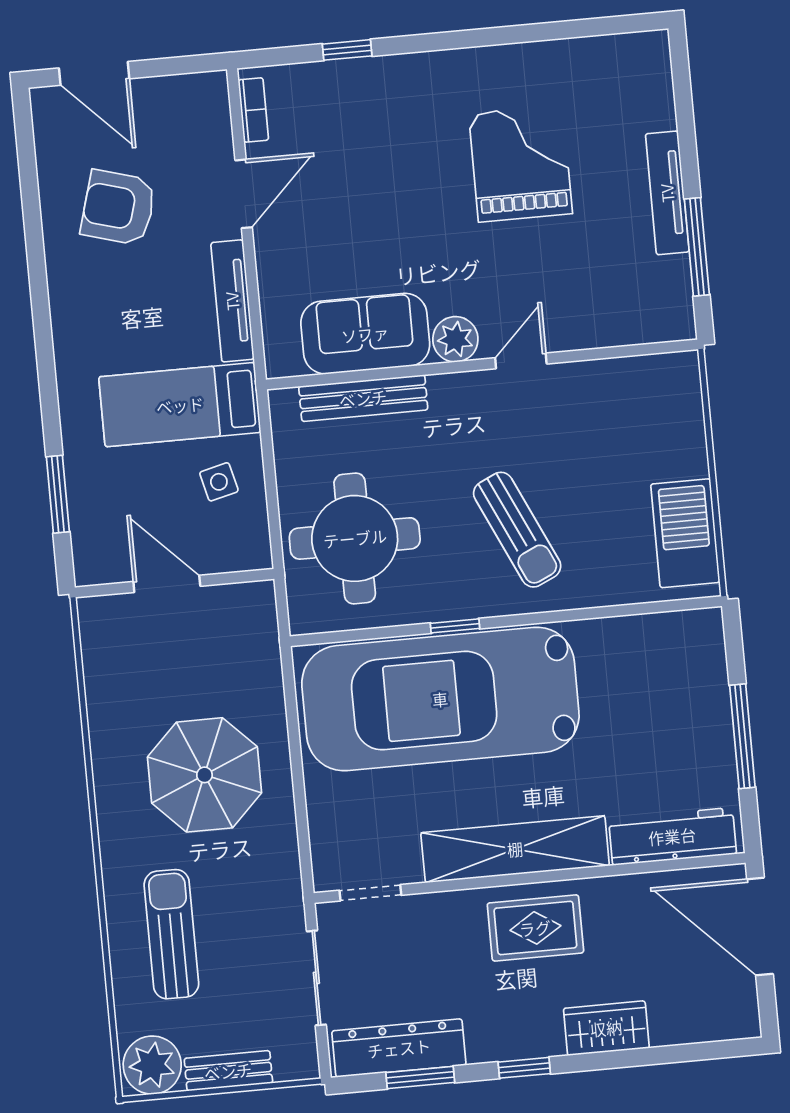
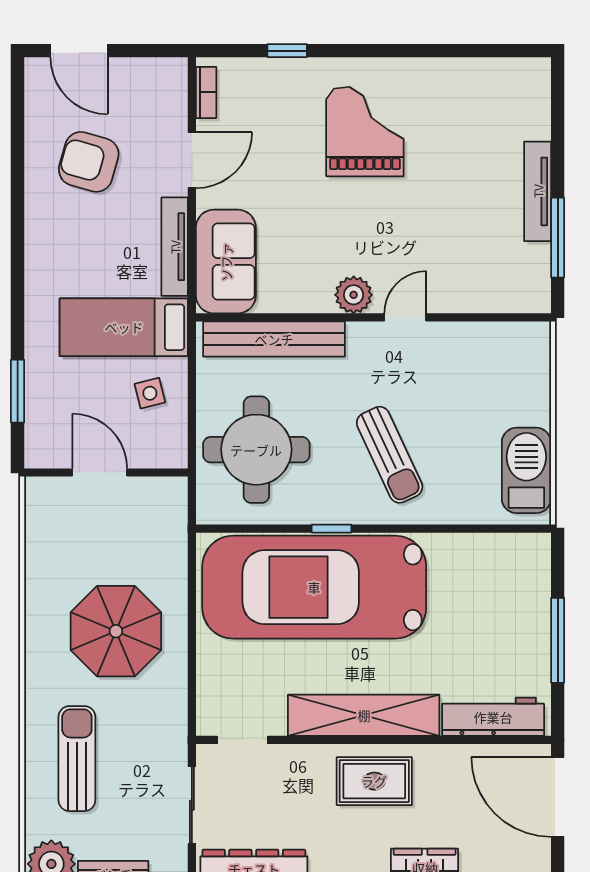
grand piano: (521, 164) -> (365, 132), moved
sofa: (365, 334) -> (226, 262), moved, turned 90
bench: (363, 398) -> (274, 339), width x1.37, depth x1.21

